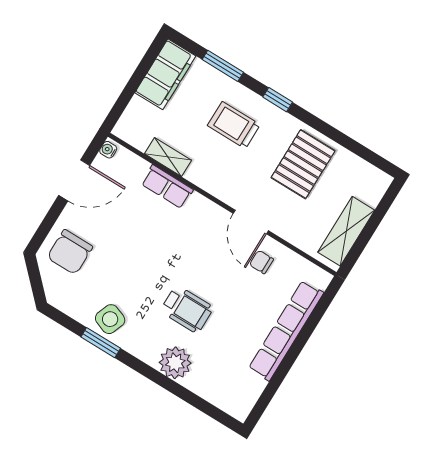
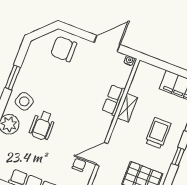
shelving: (168, 157) -> (127, 108), moved
door: (74, 180) -> (107, 44), swing flipped
side table: (110, 319) -> (24, 101), moved

